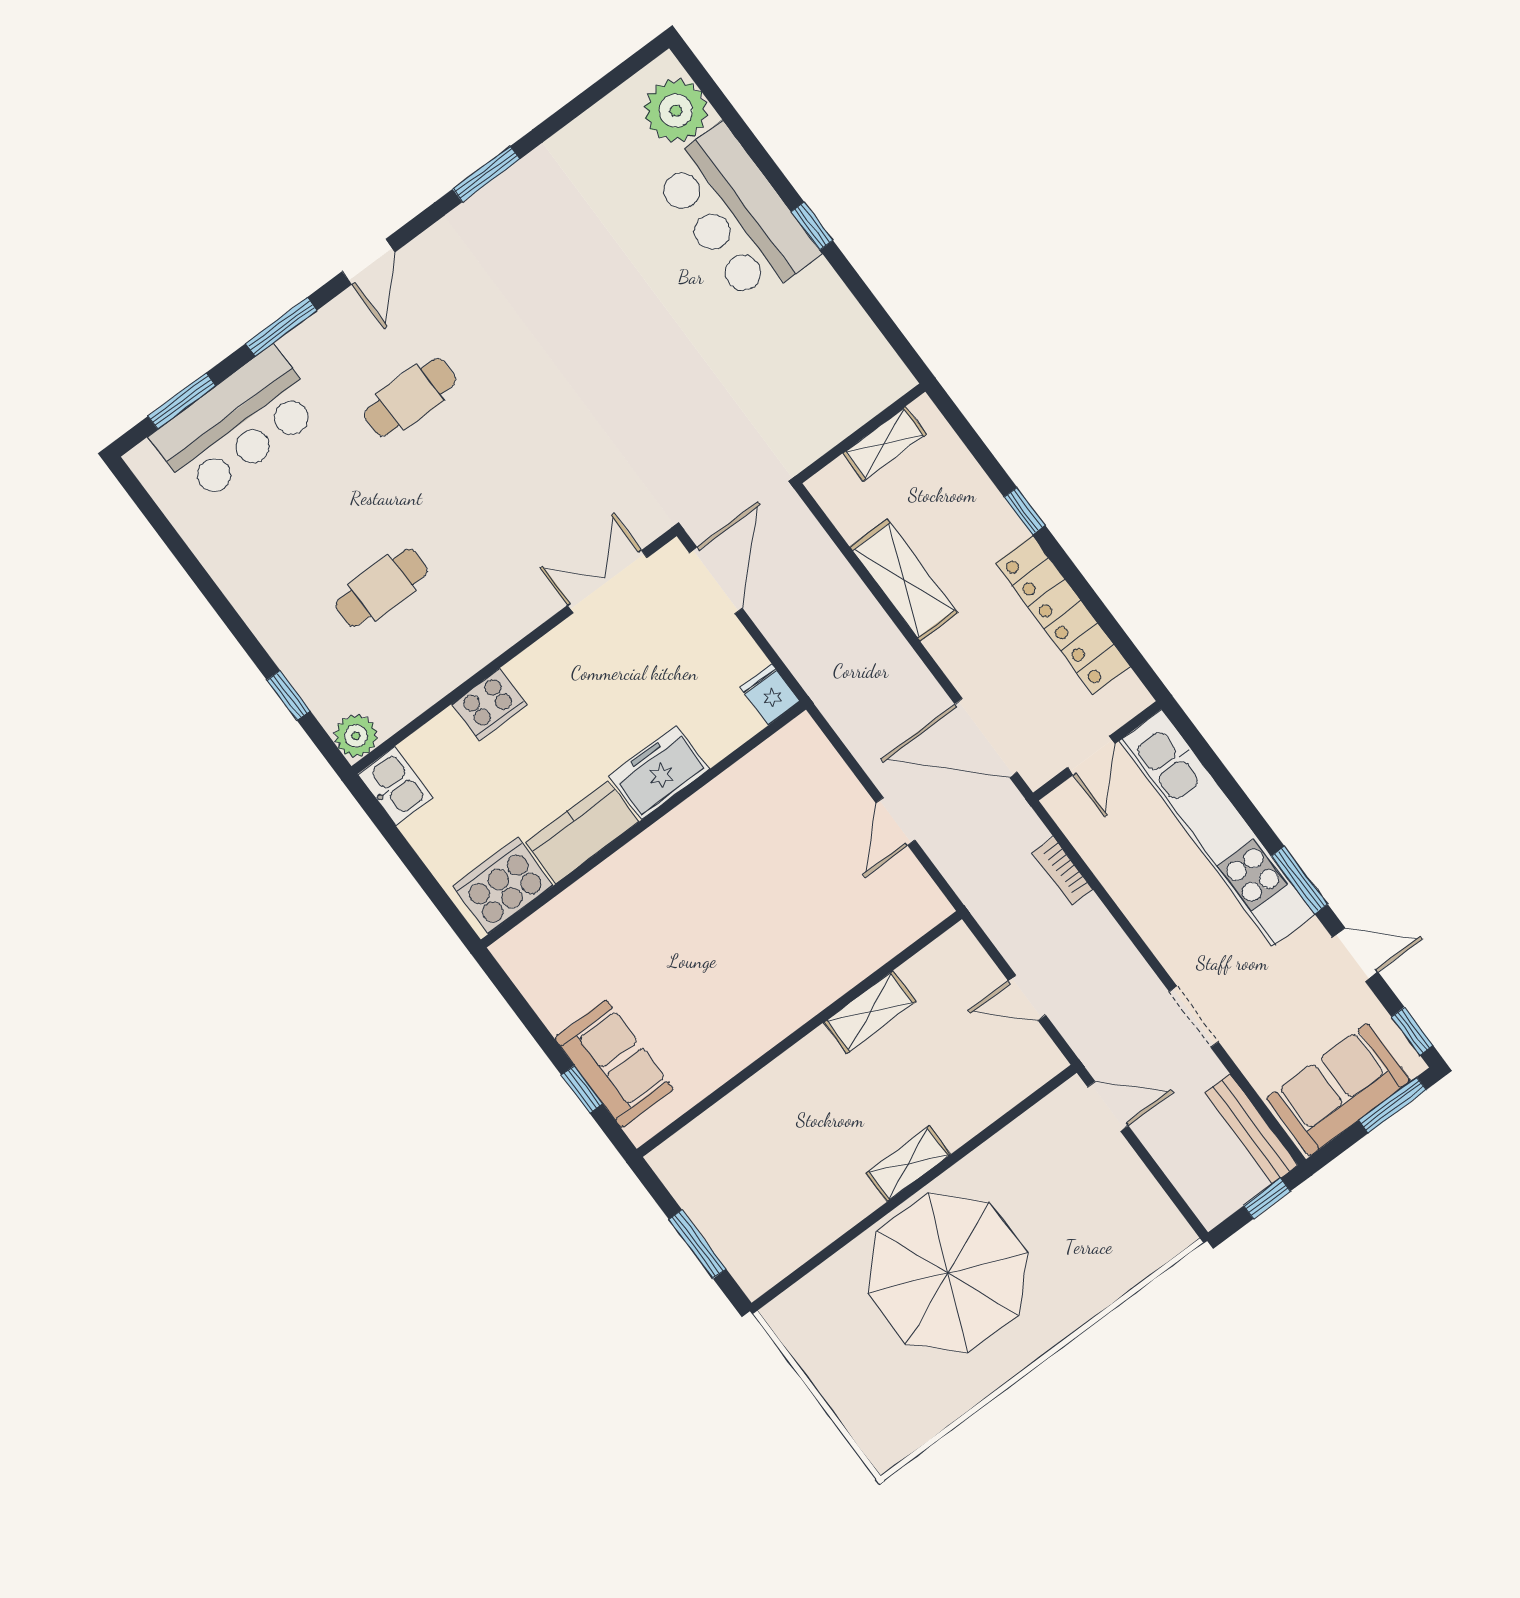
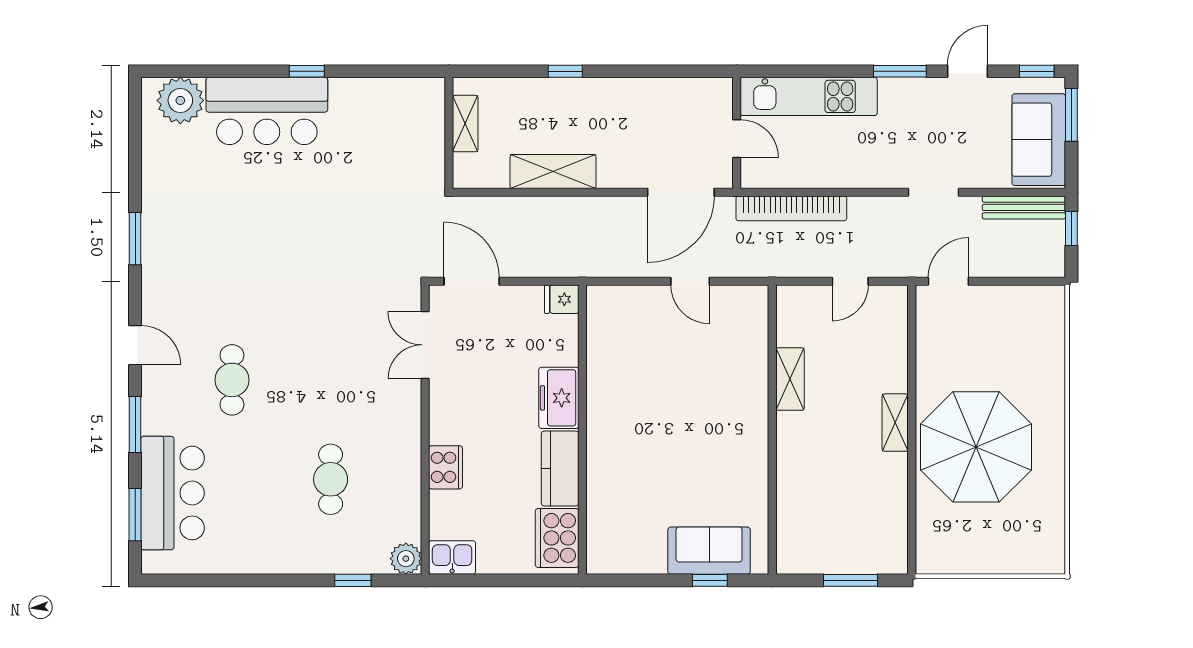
locker: (1063, 615) -> (642, 94), removed
kitchen unit: (1217, 828) -> (809, 96), width x0.73
bookcase: (1062, 871) -> (791, 208), width x2.31, depth x1.31

